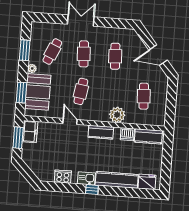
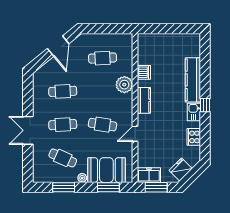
kitchen counter: (148, 136) -> (145, 50), removed
fridge: (147, 182) -> (181, 170), moved, turned 45

